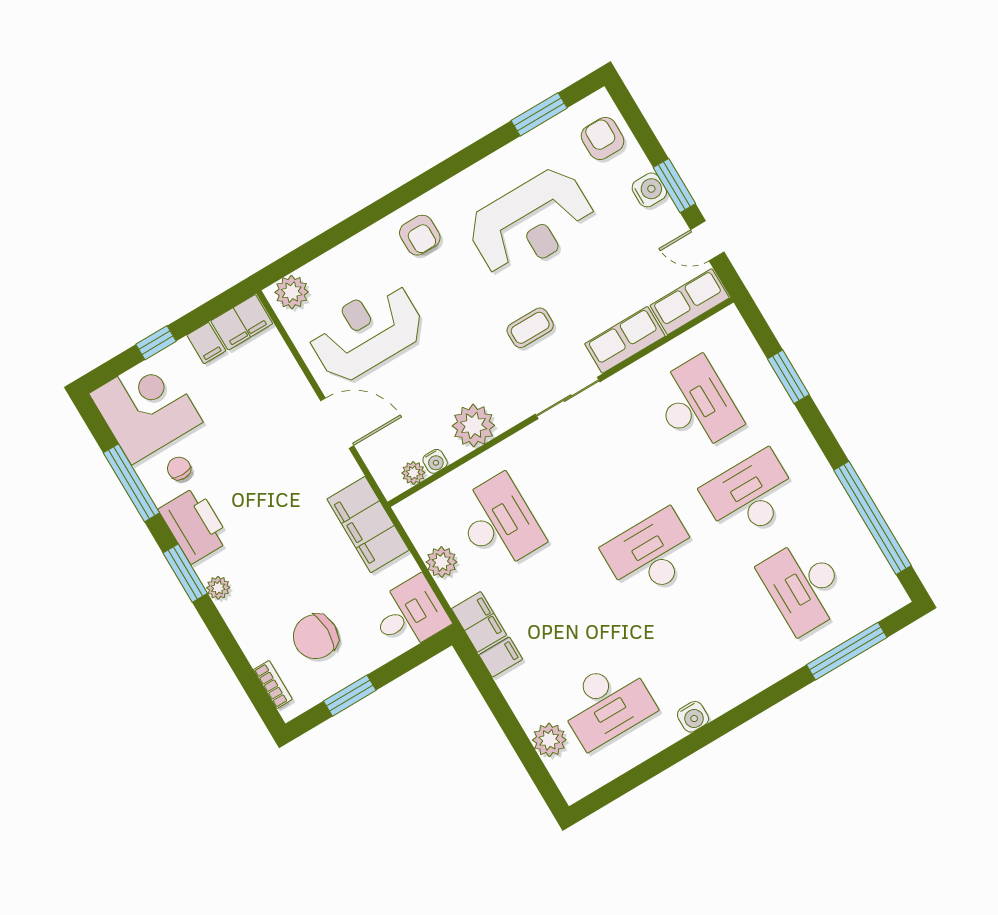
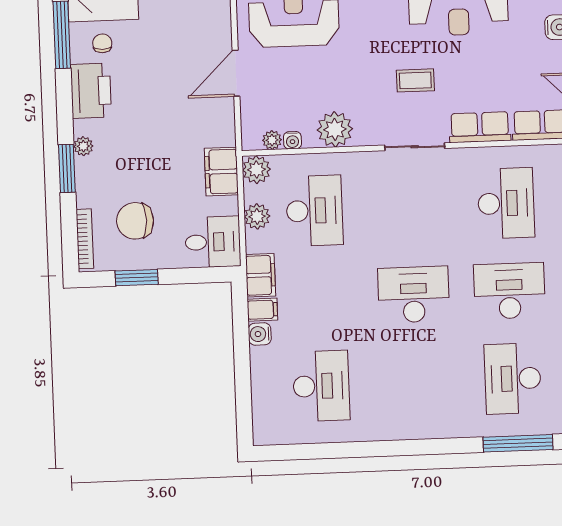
door: (337, 423) -> (236, 73), swing flipped
filing cabinet: (368, 525) -> (221, 172), width x0.67, depth x0.86
window: (185, 573) -> (67, 168), moved
bookcase: (273, 684) -> (85, 239), width x1.56
desk: (606, 704) -> (321, 386), turned -90
water cooler: (693, 717) -> (260, 334), moved, turned 90
plant: (549, 740) -> (256, 170), moved

